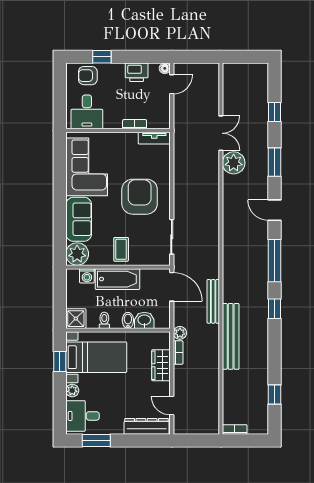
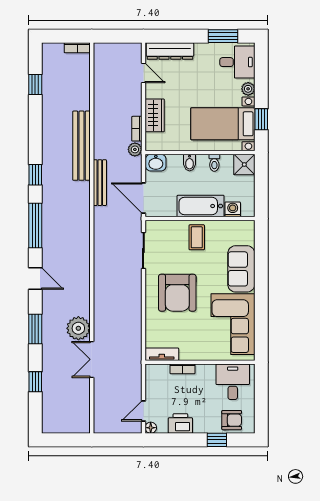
plant: (77, 254) -> (243, 232), removed
washbasin: (144, 320) -> (156, 163), moved

